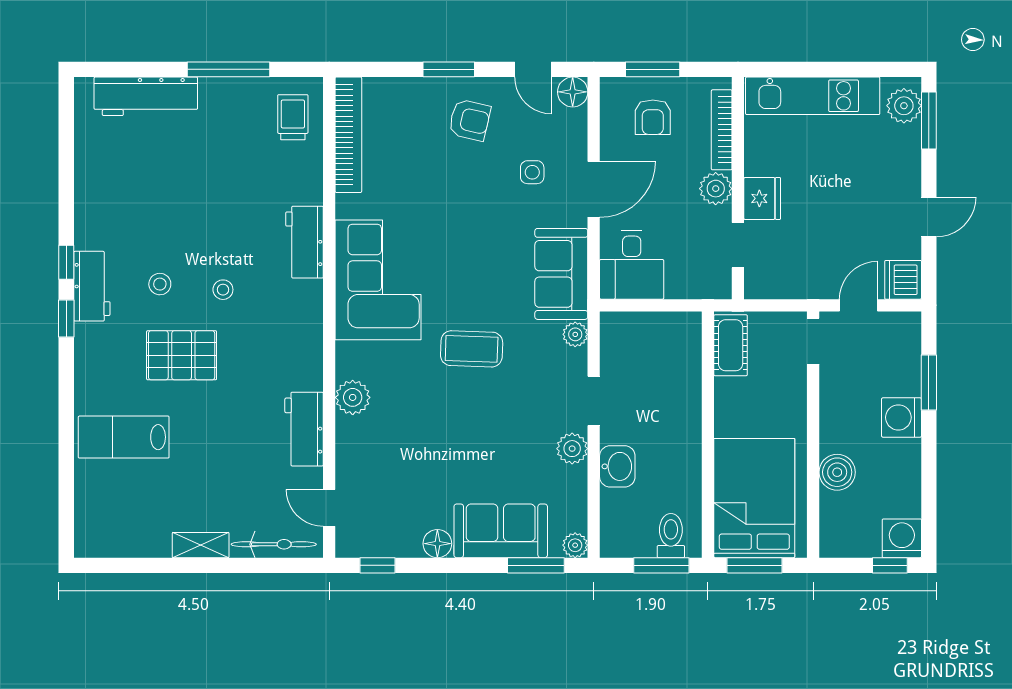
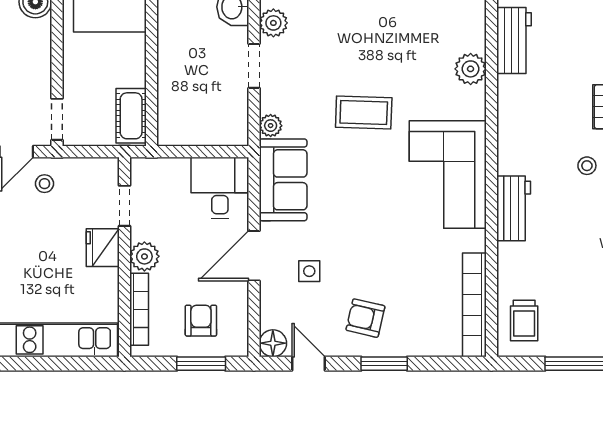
stool: (827, 270) -> (44, 184), added

